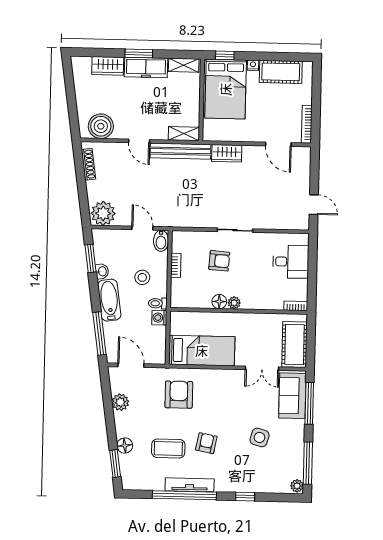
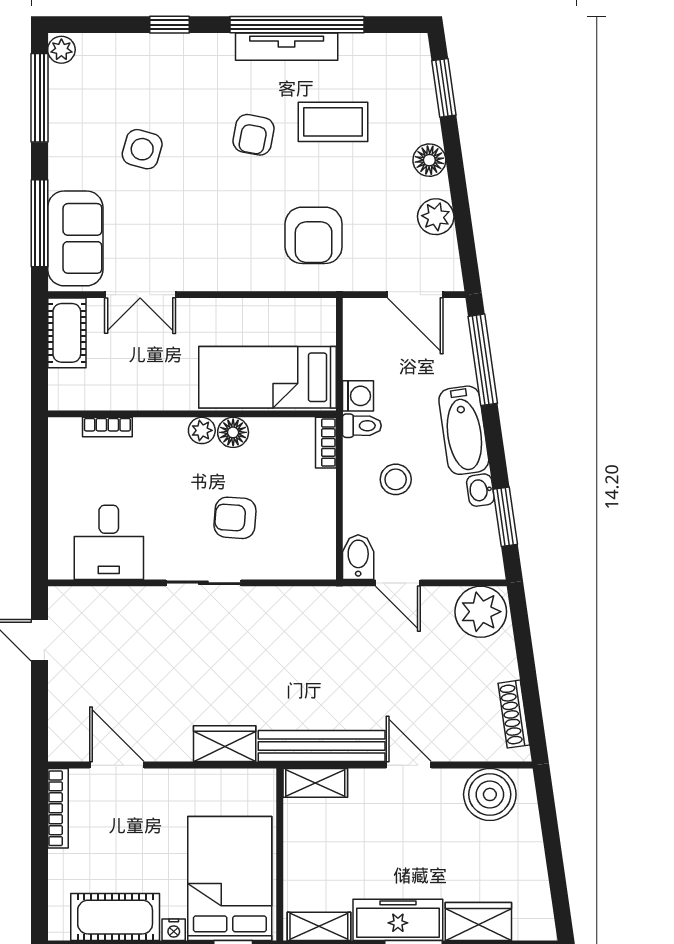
desk: (291, 262) -> (109, 542), moved, turned -90
bookcase: (176, 265) -> (326, 443), moved
bookcase: (296, 306) -> (107, 427), moved
cot: (294, 345) -> (67, 333), width x0.73, depth x0.75
bed: (202, 351) -> (267, 377), moved
double door: (262, 368) -> (140, 295), swing flipped
floor lamp: (125, 446) -> (429, 160), moved

